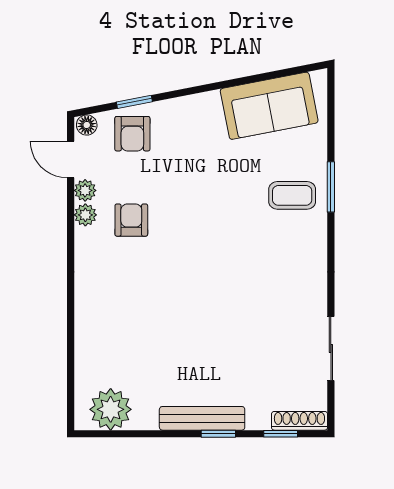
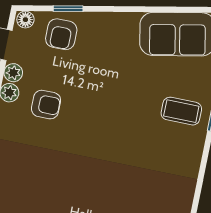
armchair: (131, 220) -> (46, 105), turned 90

